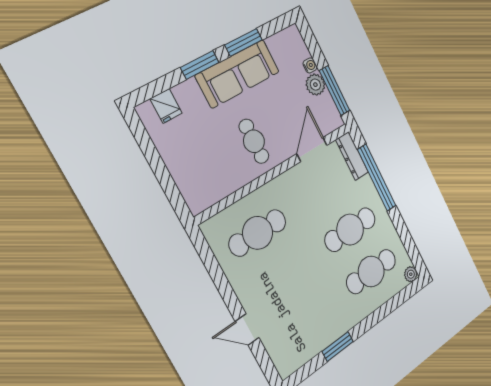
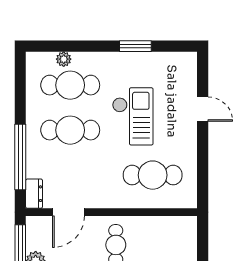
dresser: (352, 156) -> (34, 194), width x0.70
plant: (411, 274) -> (64, 59), moved
checkout: (305, 279) -> (133, 116), added

